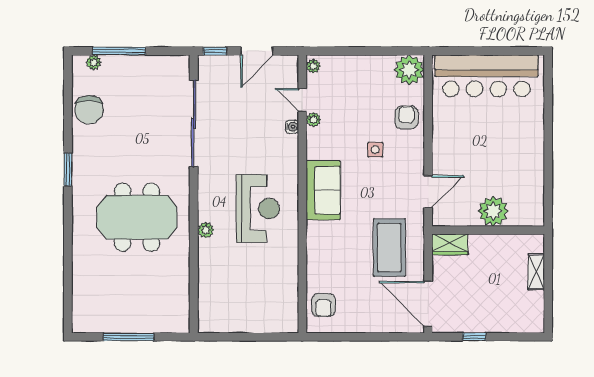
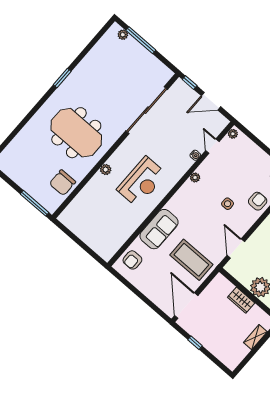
chair: (89, 110) -> (62, 183), moved
plant: (313, 120) -> (195, 177), moved
sofa: (323, 190) -> (159, 229), moved
door: (428, 192) -> (236, 248), swing flipped
wardrobe: (450, 244) -> (241, 300), moved
coffee table: (389, 247) -> (191, 260), turned 90
window: (129, 337) -> (34, 203), moved

